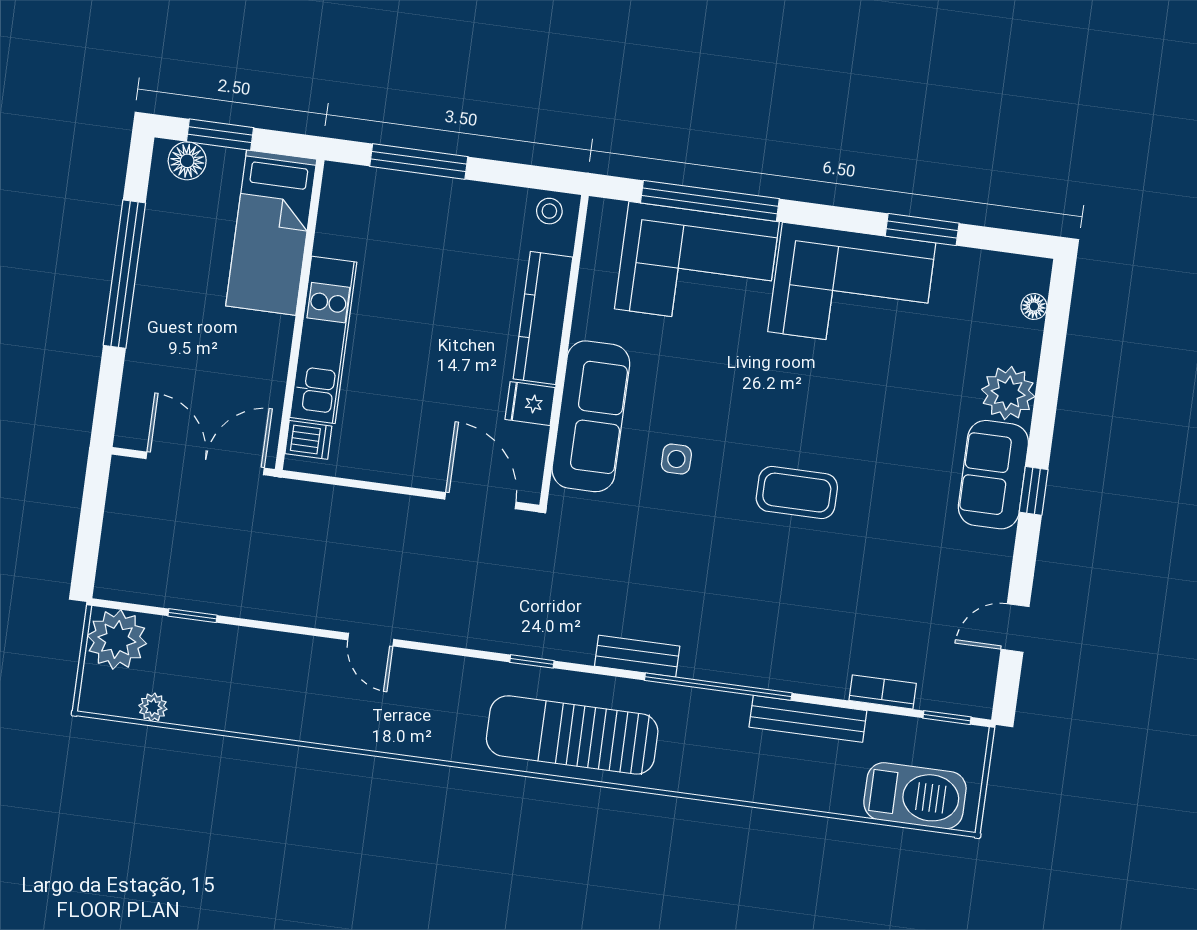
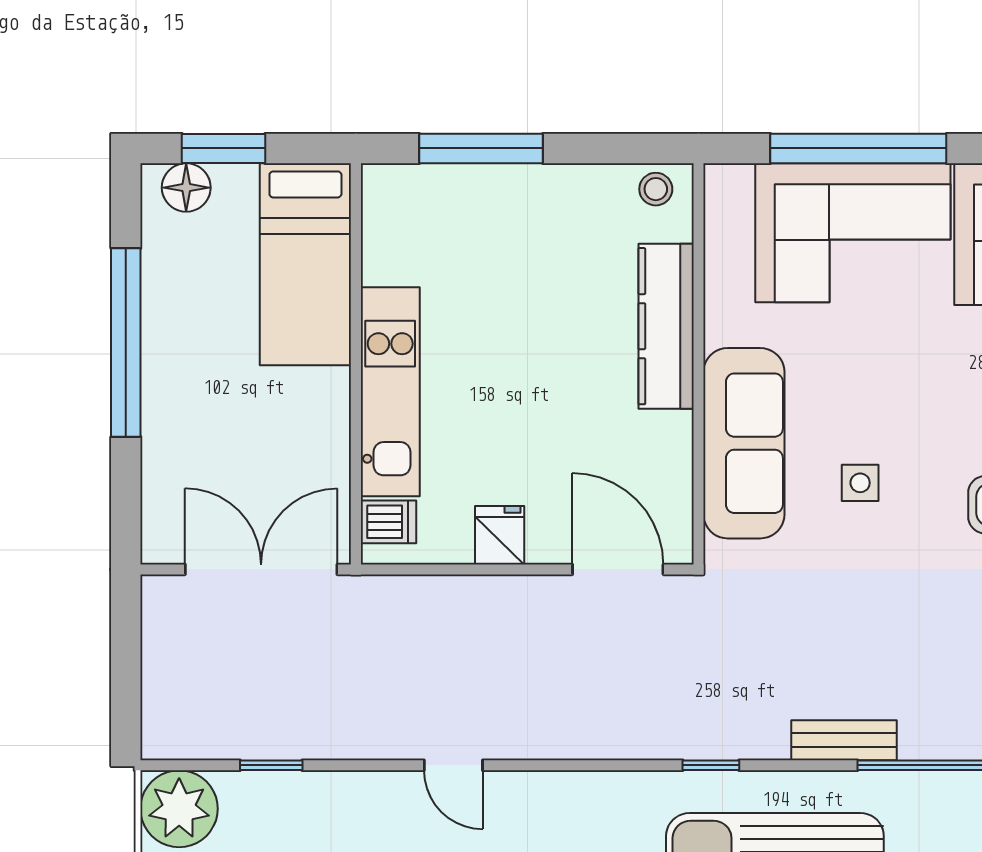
fridge: (530, 404) -> (500, 535), moved, turned 90
door: (371, 640) -> (453, 765), moved

